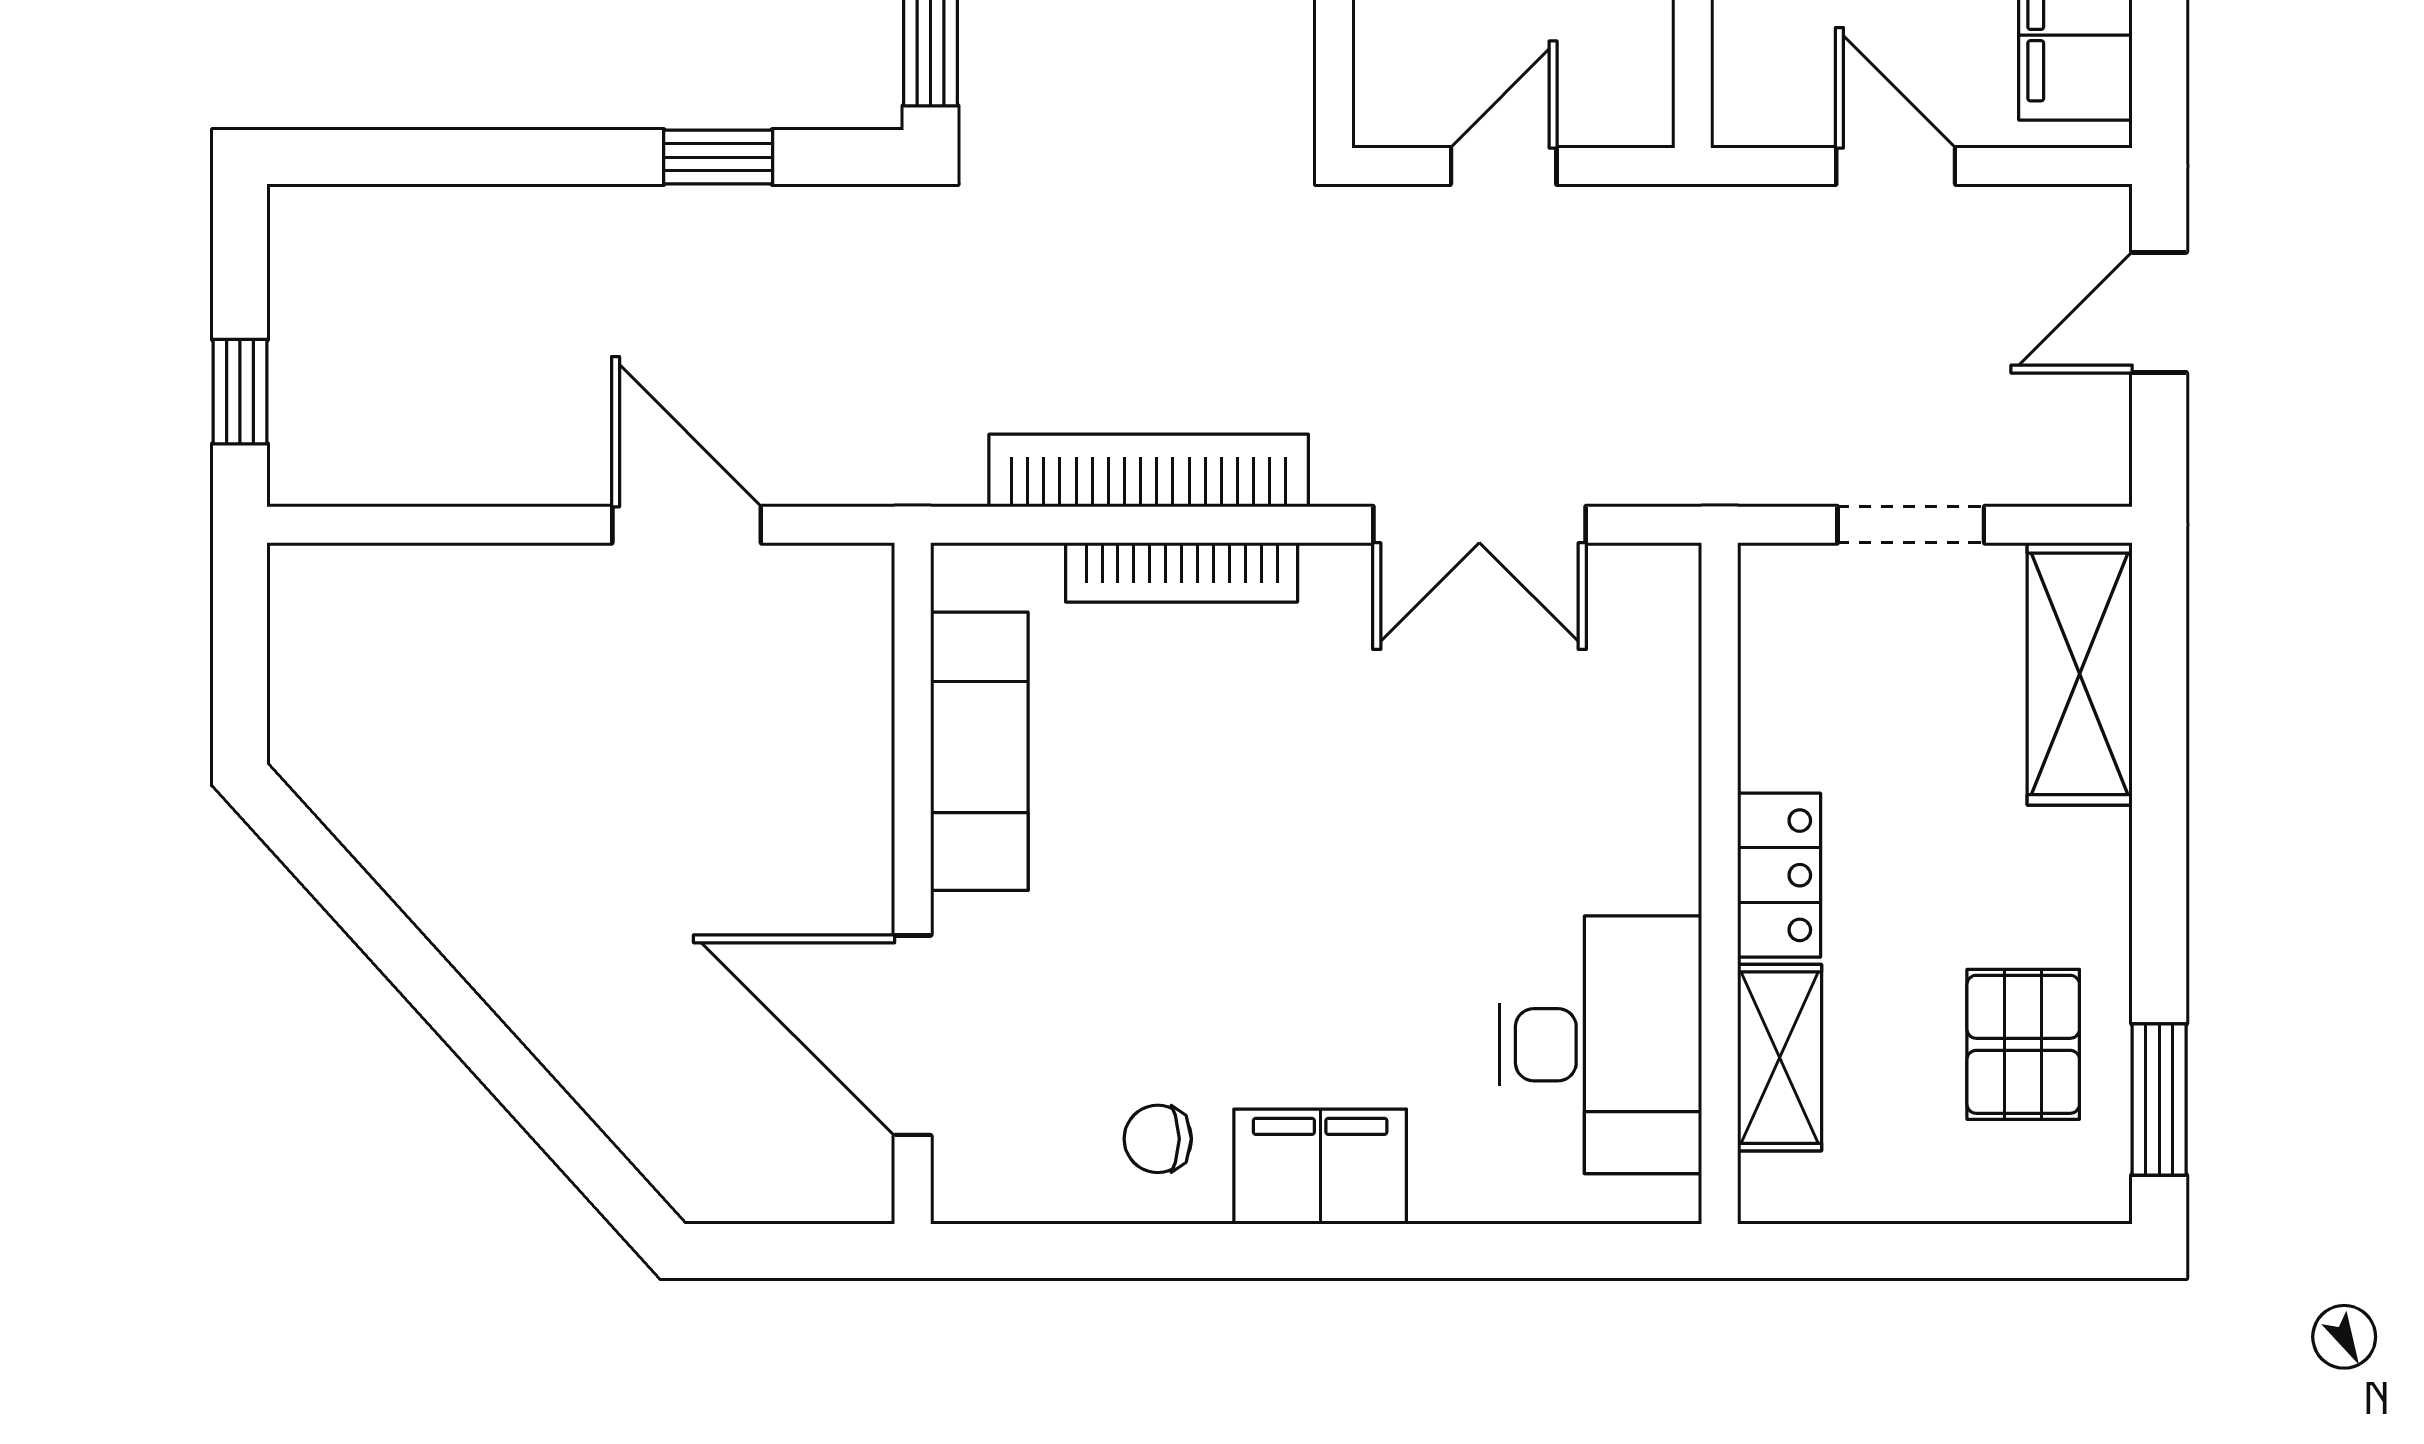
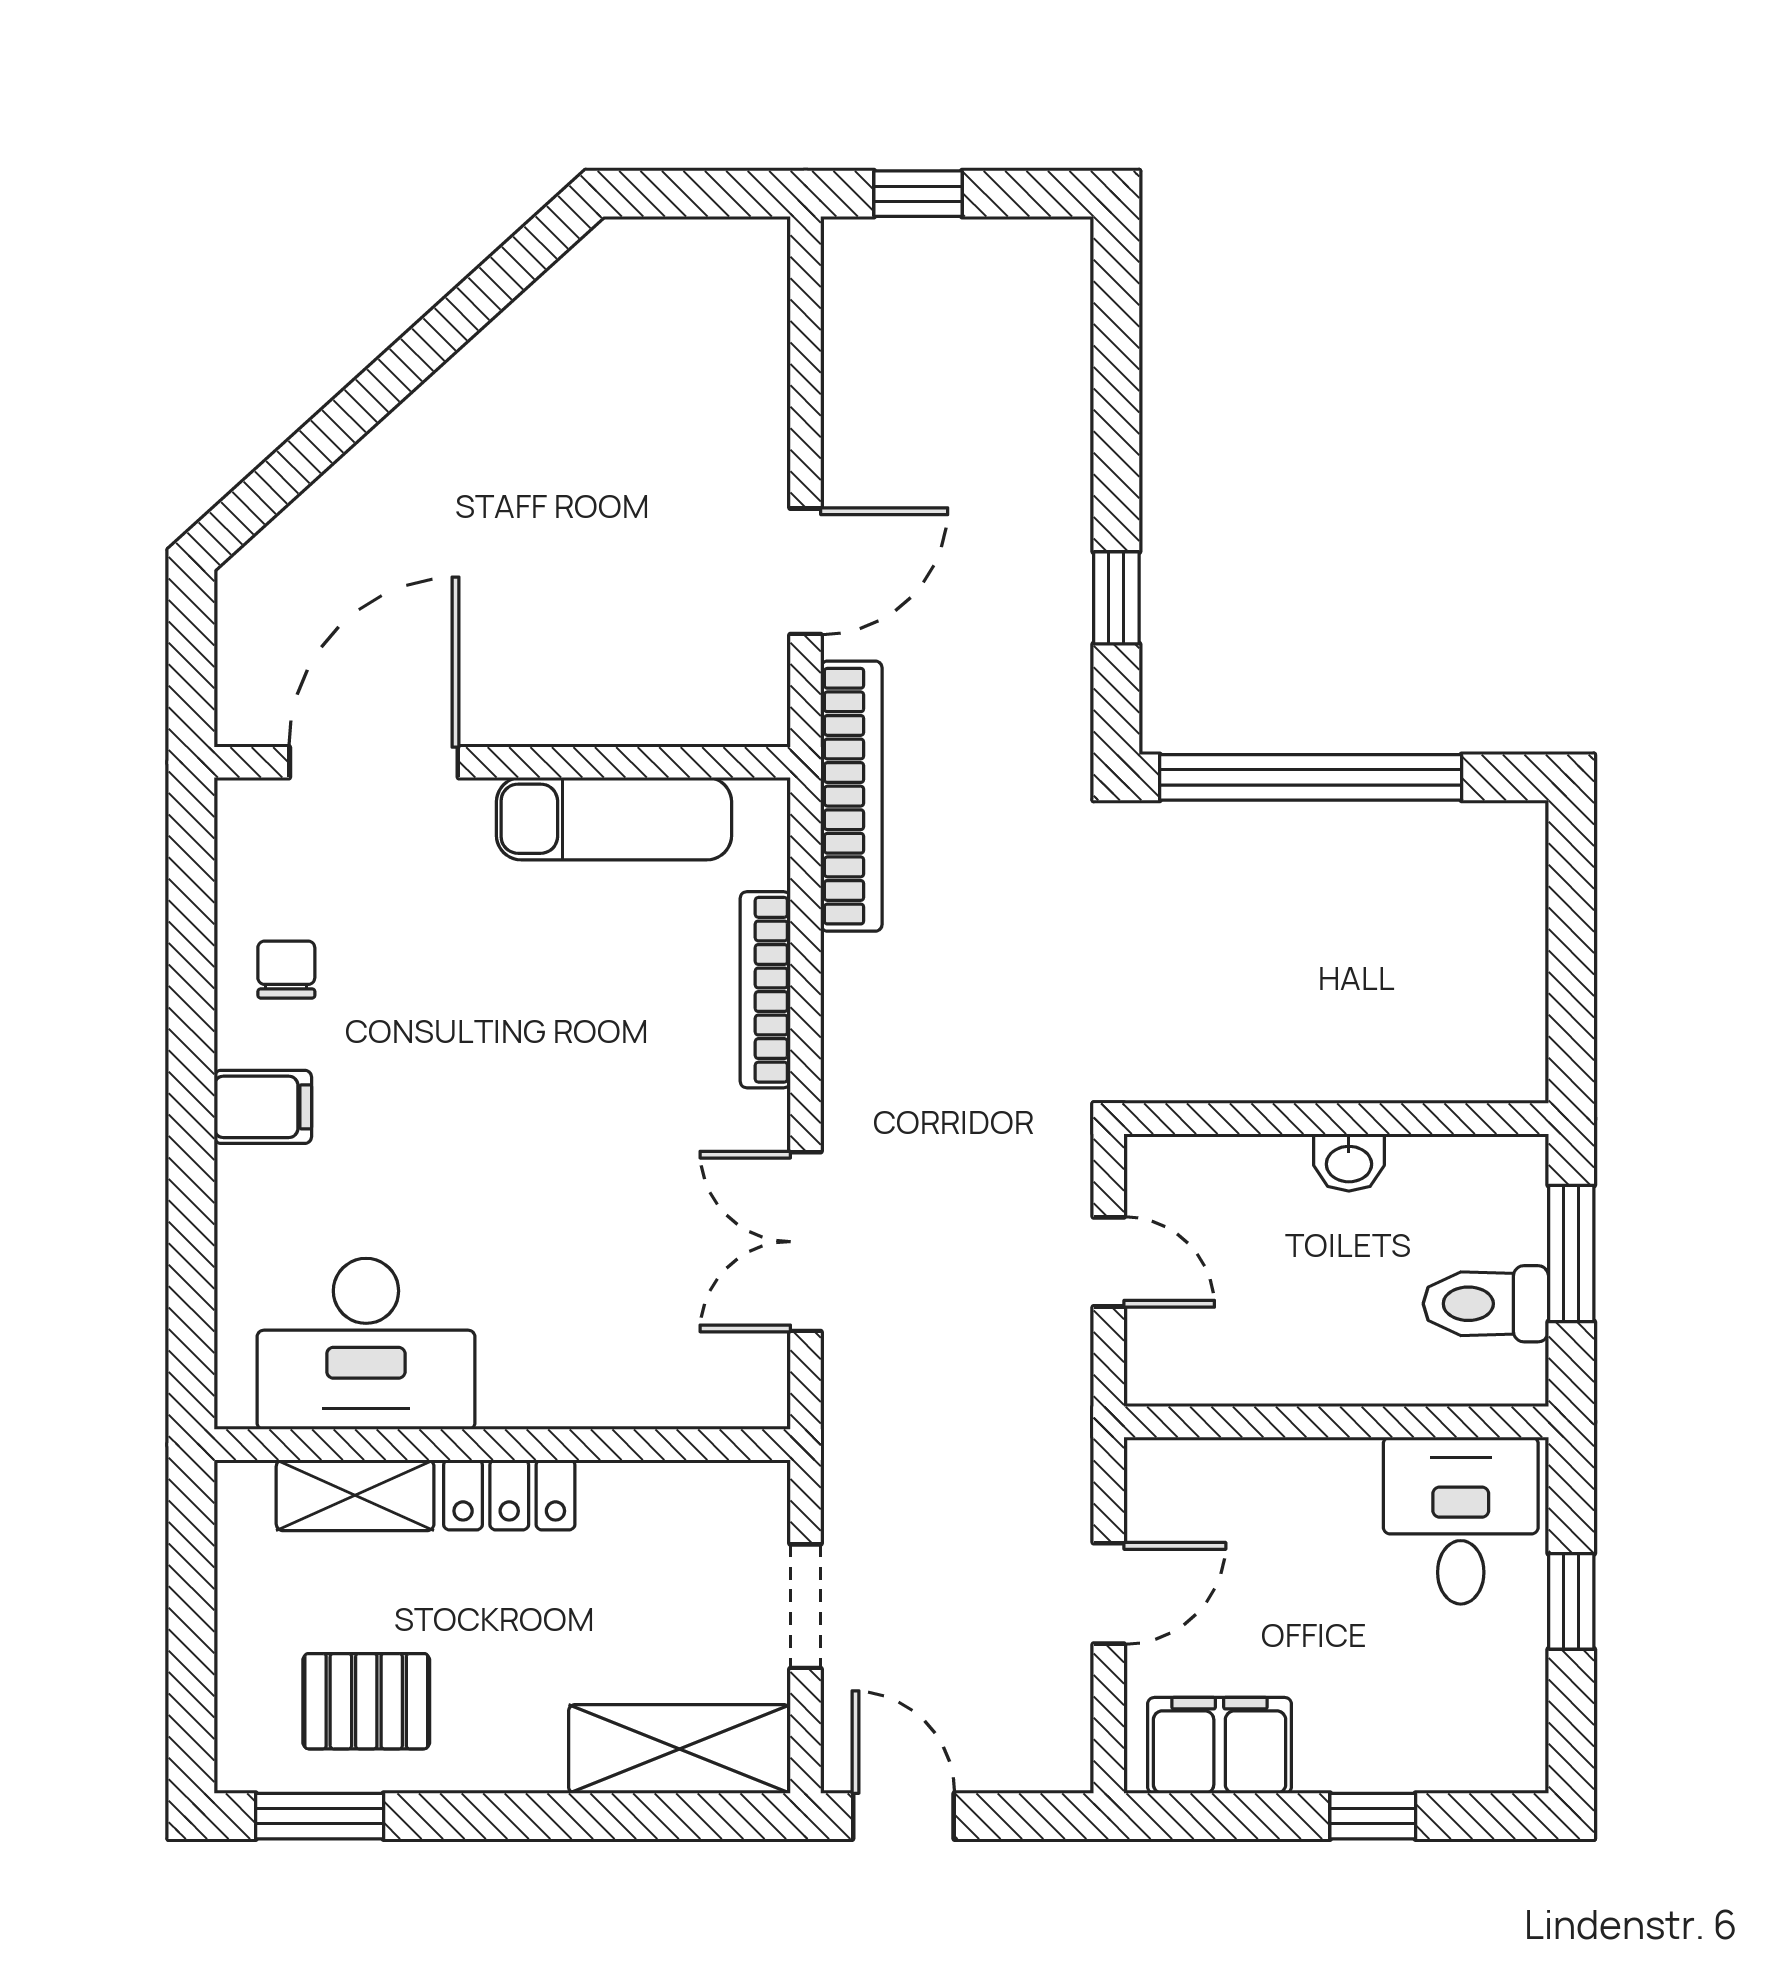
door: (2159, 312) -> (903, 1816), moved
bookcase: (1149, 470) -> (851, 796), moved
filing cabinet: (1320, 1167) -> (263, 1107), width x0.50

